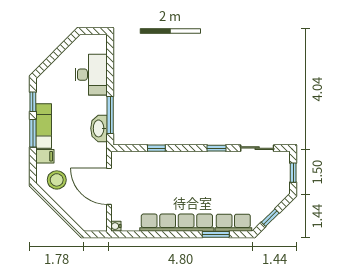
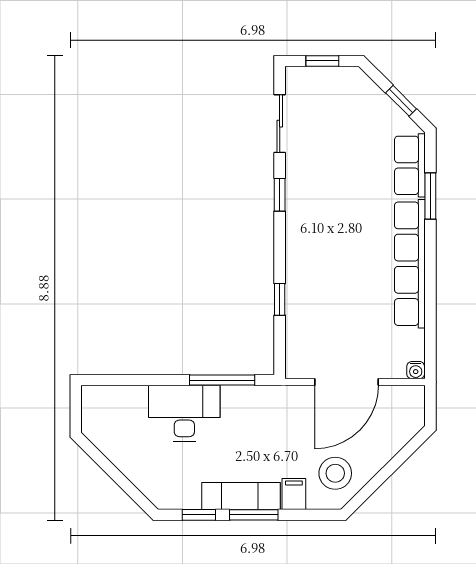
desk: (91, 75) -> (184, 413), moved
washbasin: (99, 128) -> (245, 400), removed

